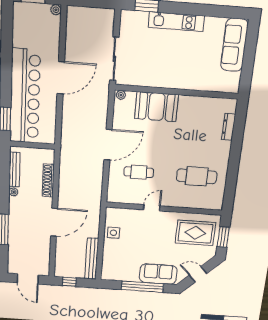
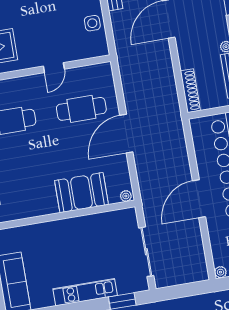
sliding door: (114, 59) -> (146, 252), moved
cafe table: (139, 172) -> (81, 109), width x1.37, depth x1.35
shoe rack: (48, 180) -> (190, 91), moved

